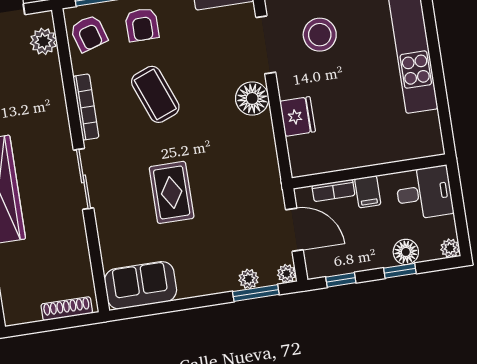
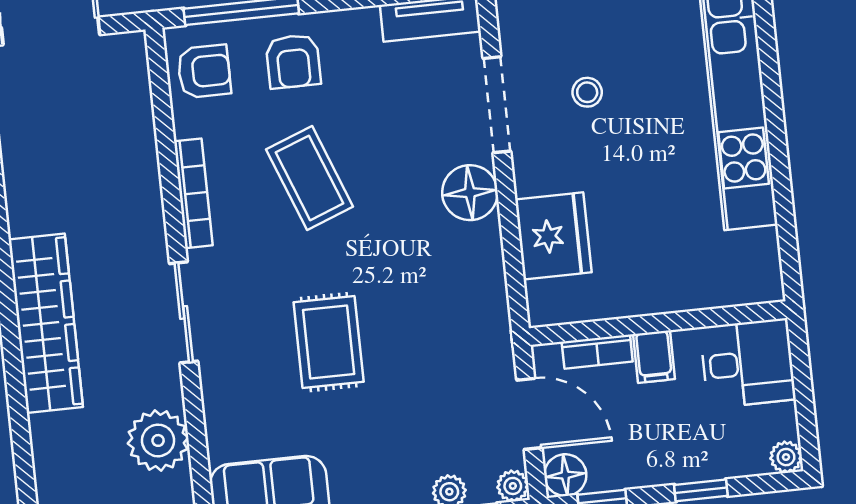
armchair: (89, 33) -> (204, 71), turned -73
stool: (320, 35) -> (587, 92), width x0.53, depth x0.53
plant: (43, 41) -> (158, 440), moved, width x1.36, depth x1.36
fridge: (298, 116) -> (553, 236), width x1.36, depth x1.34
floor lamp: (406, 252) -> (565, 475), moved

